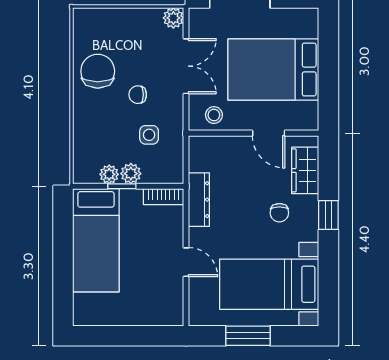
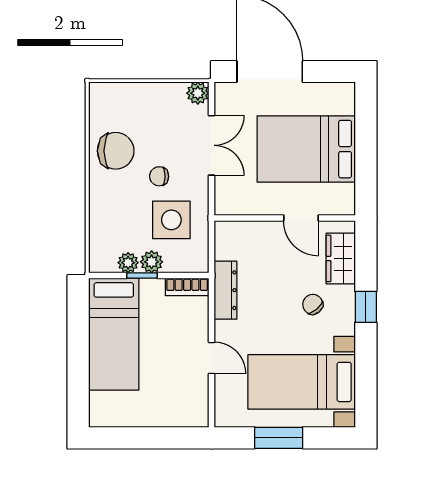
chair: (98, 71) -> (116, 151), turned 90
stool: (214, 115) -> (242, 198), removed
side table: (149, 135) -> (171, 220), width x1.87, depth x1.87
chair: (279, 213) -> (313, 304), turned 140

